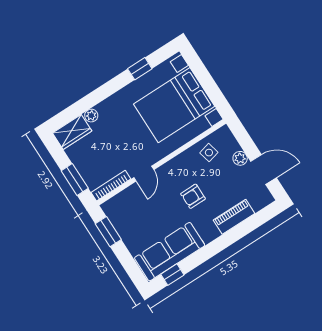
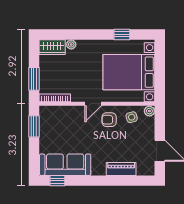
plant: (240, 158) -> (149, 111), moved
door: (144, 174) -> (93, 104), moved
armchair: (193, 196) -> (109, 120), moved

